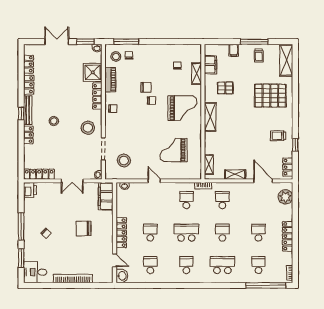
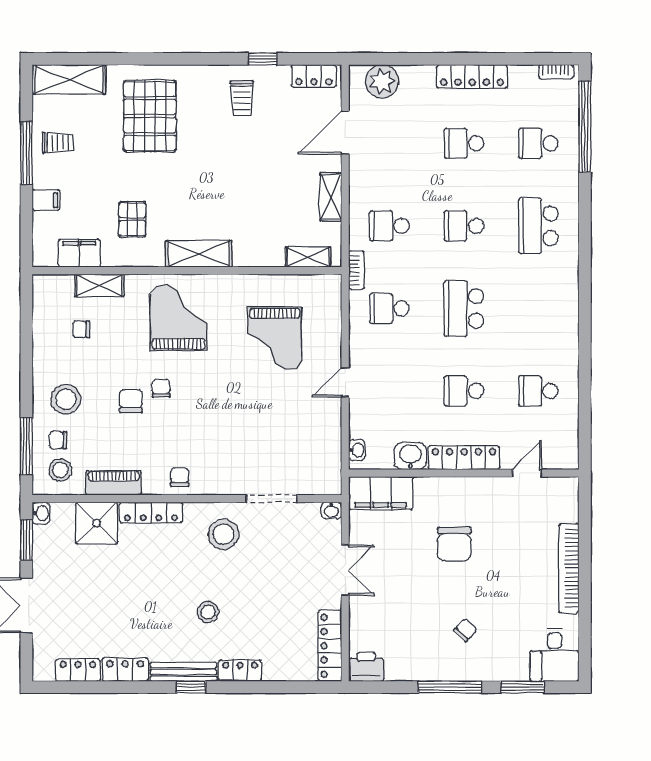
stool: (124, 160) -> (66, 399), moved
school desk: (186, 265) -> (538, 308), removed
washbasin: (122, 276) -> (410, 456), moved

